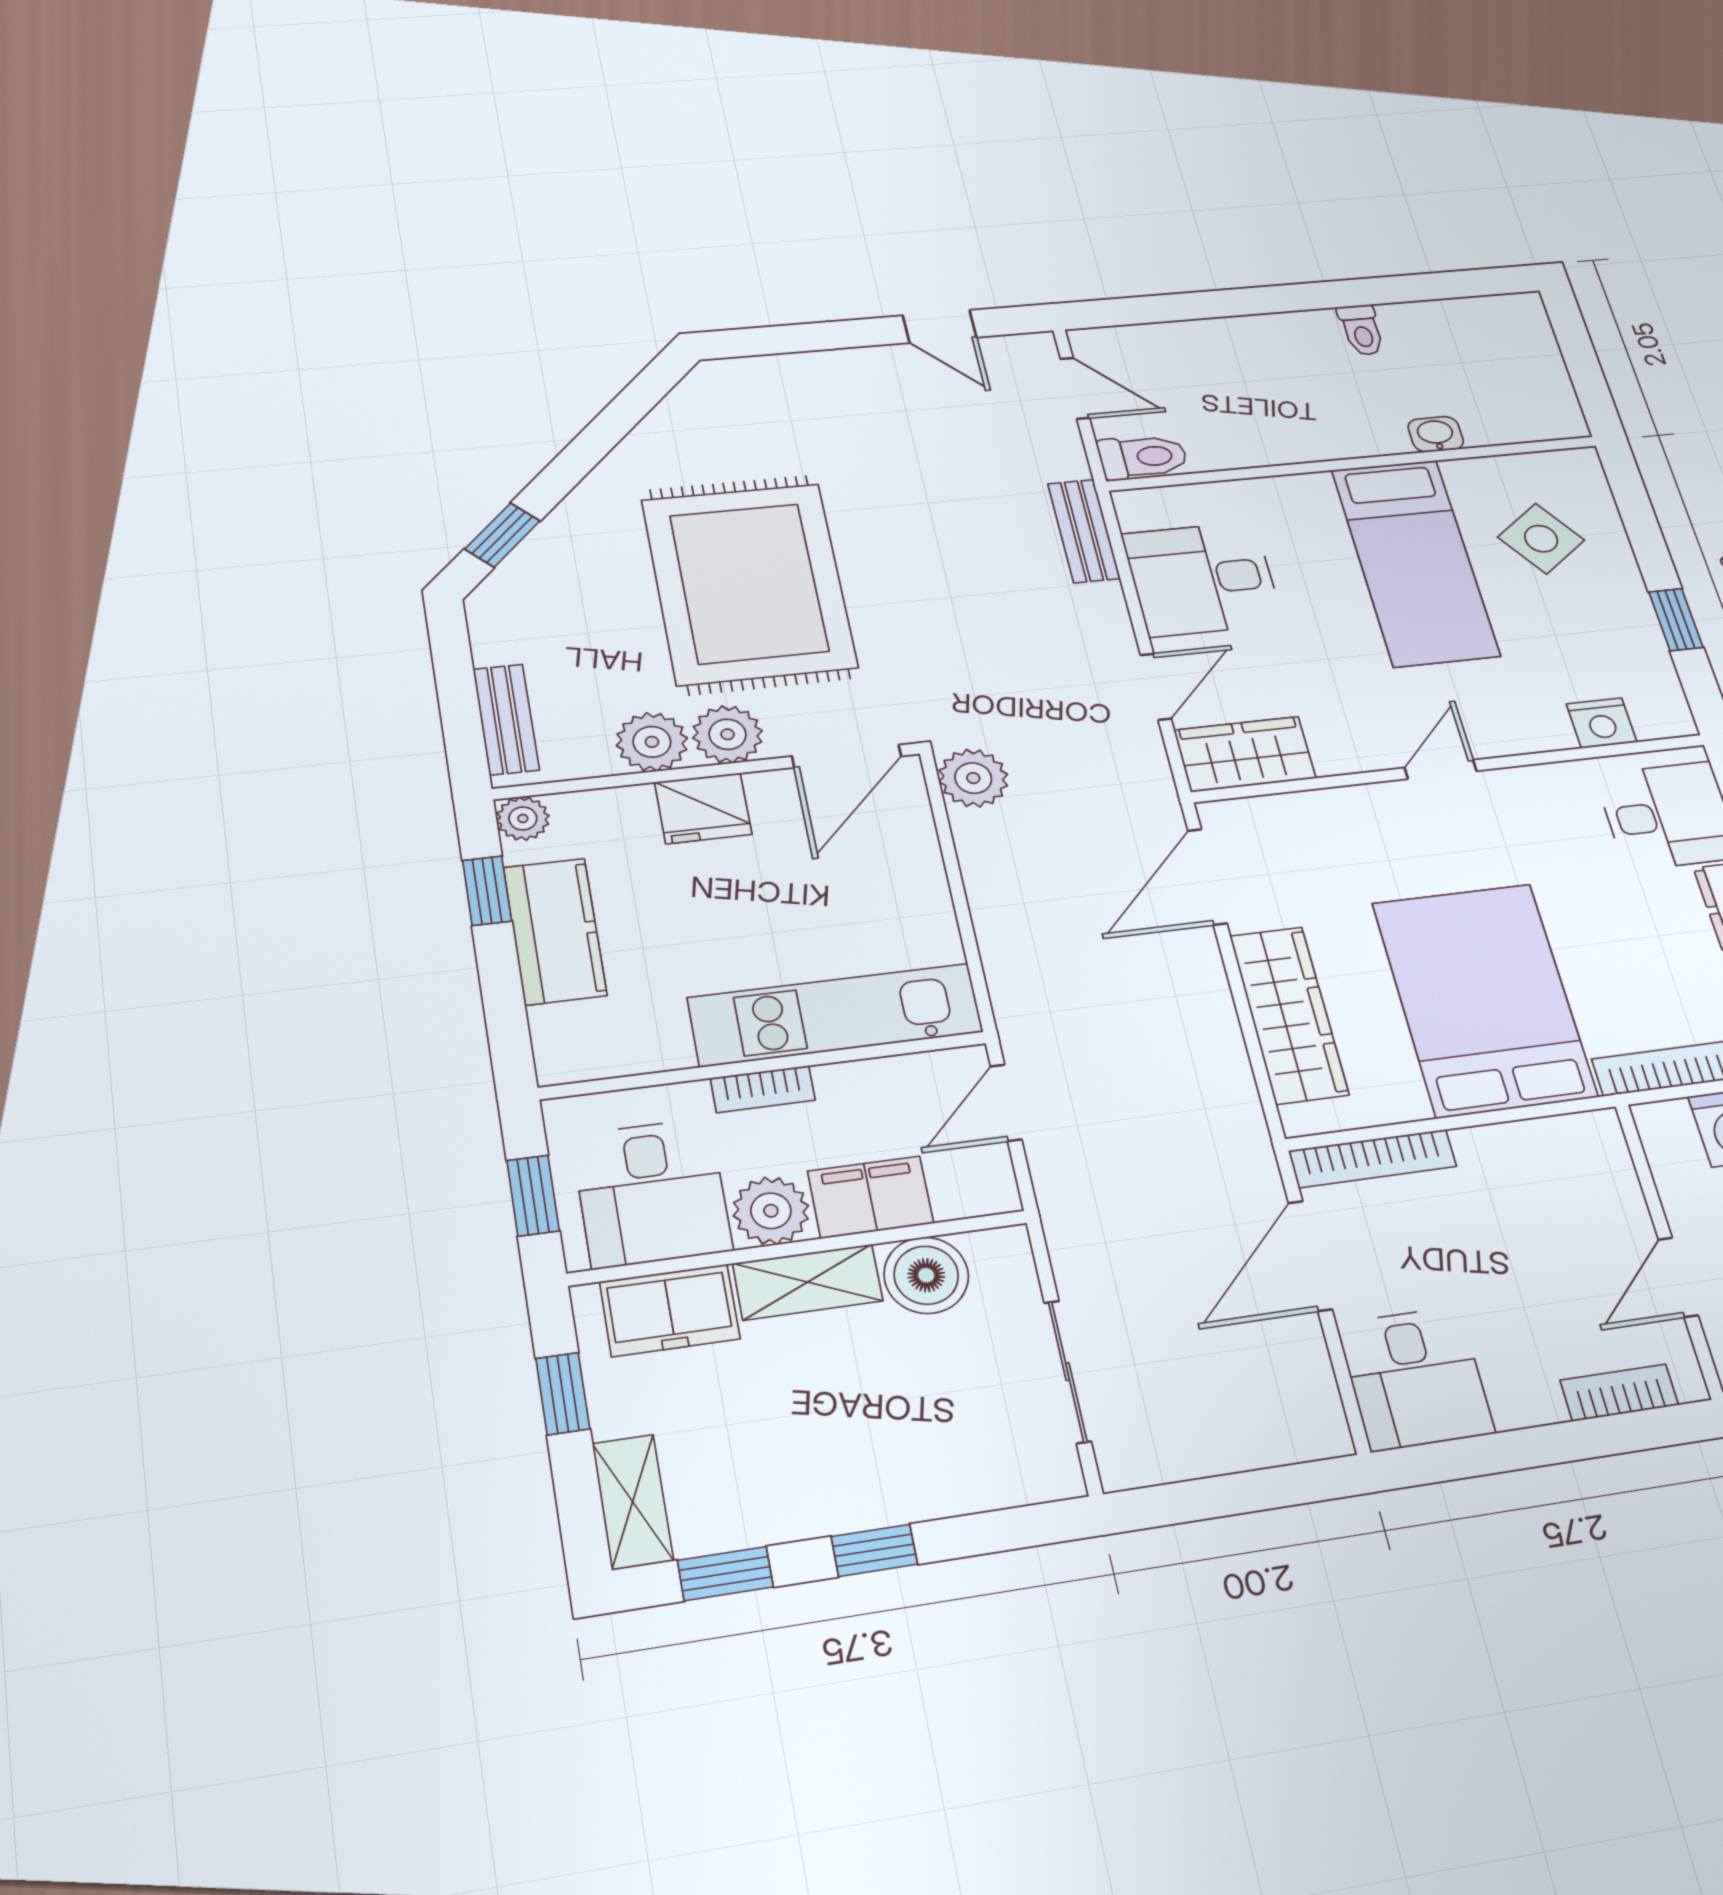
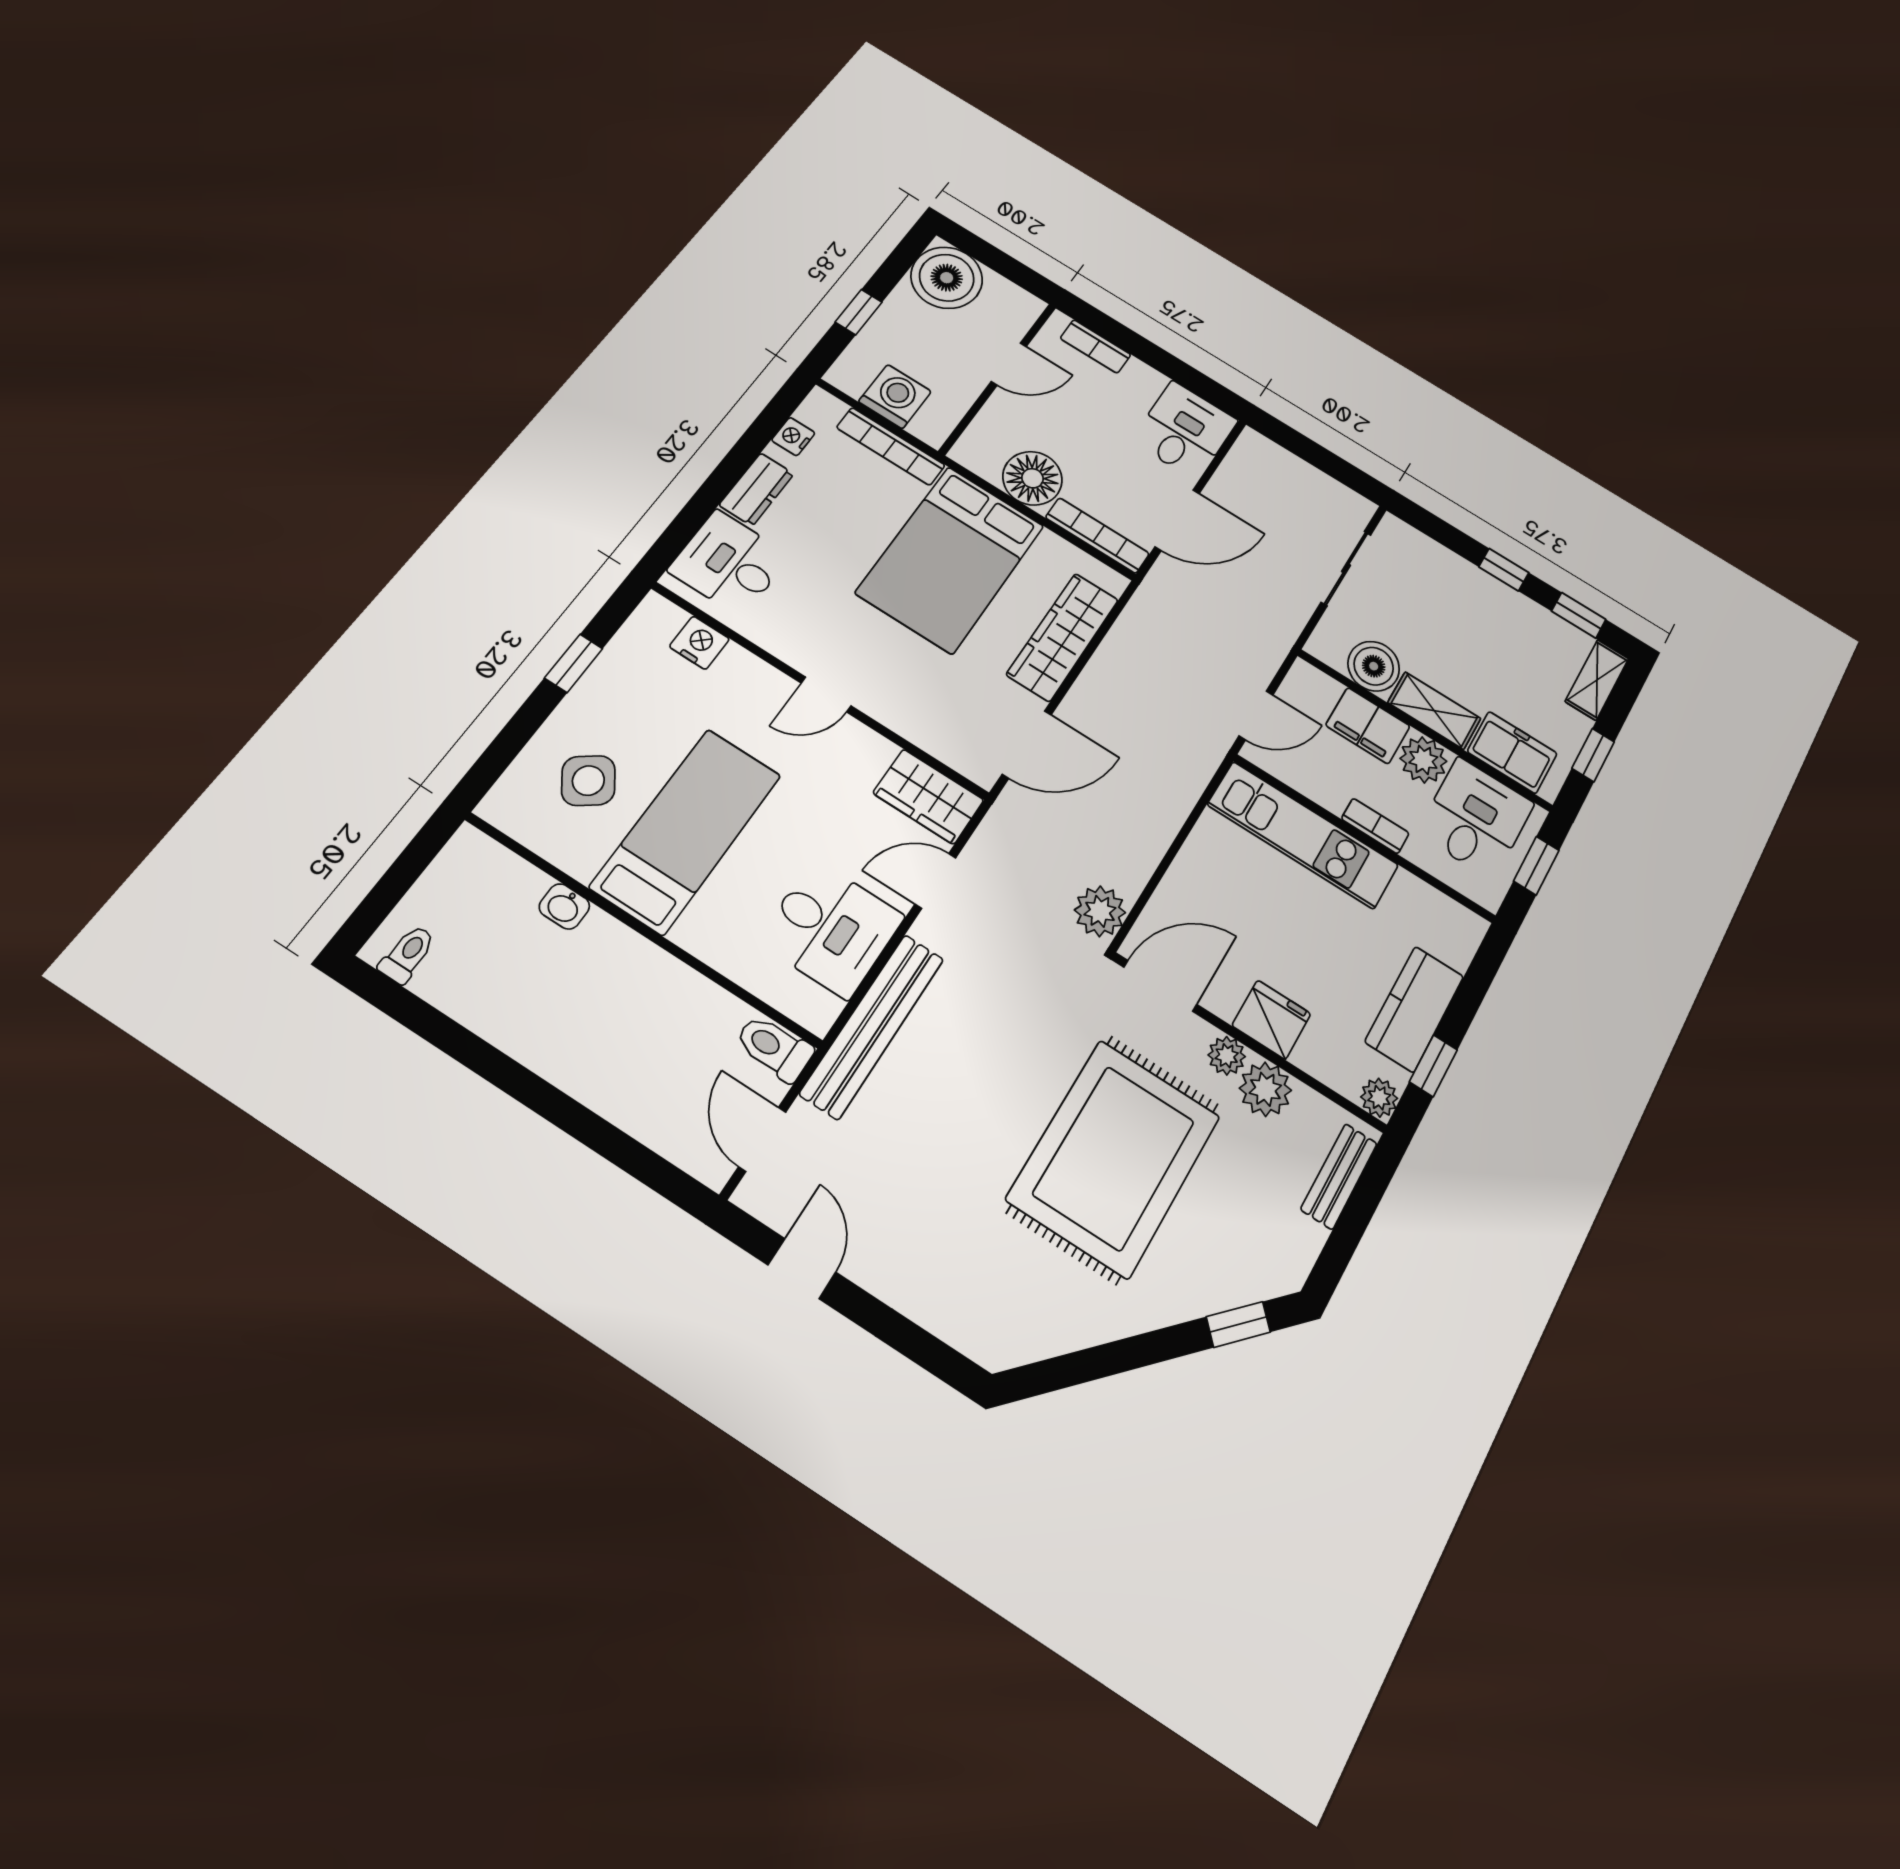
toilet: (1361, 330) -> (407, 954), moved
bench: (1084, 531) -> (872, 1026), width x1.86, depth x1.21
plant: (728, 734) -> (1227, 1056), width x0.73, depth x0.73
floor lamp: (1506, 1163) -> (1032, 478), added

